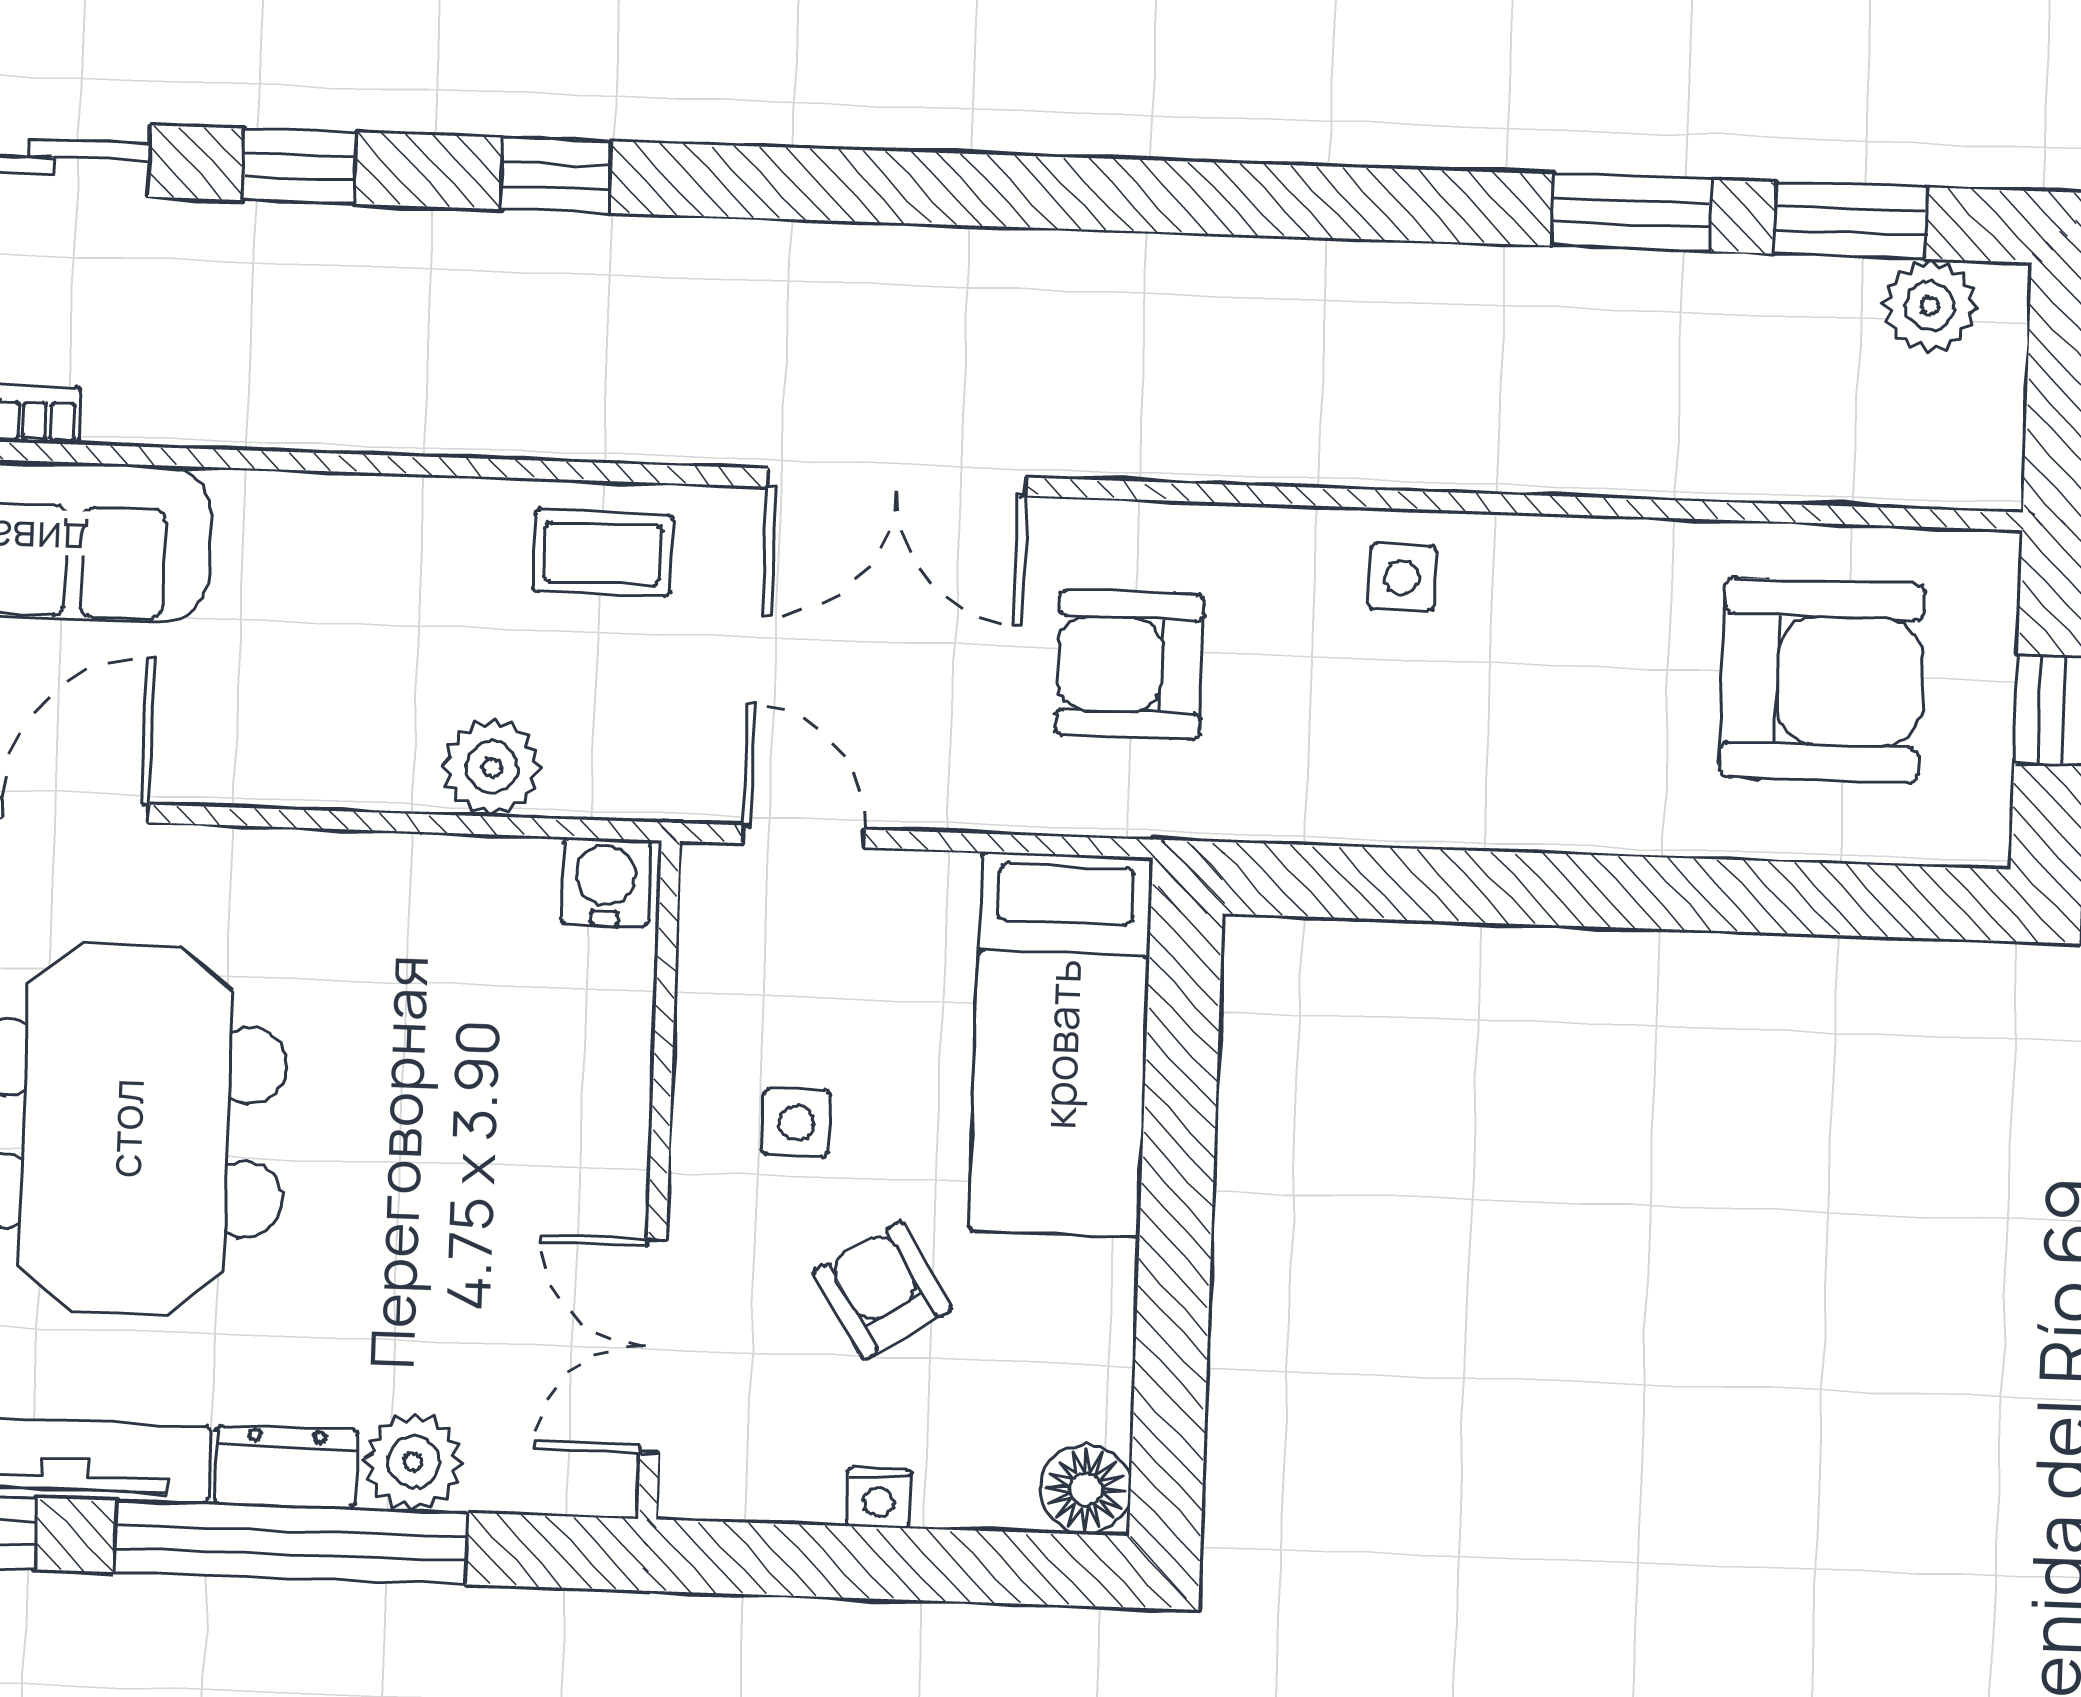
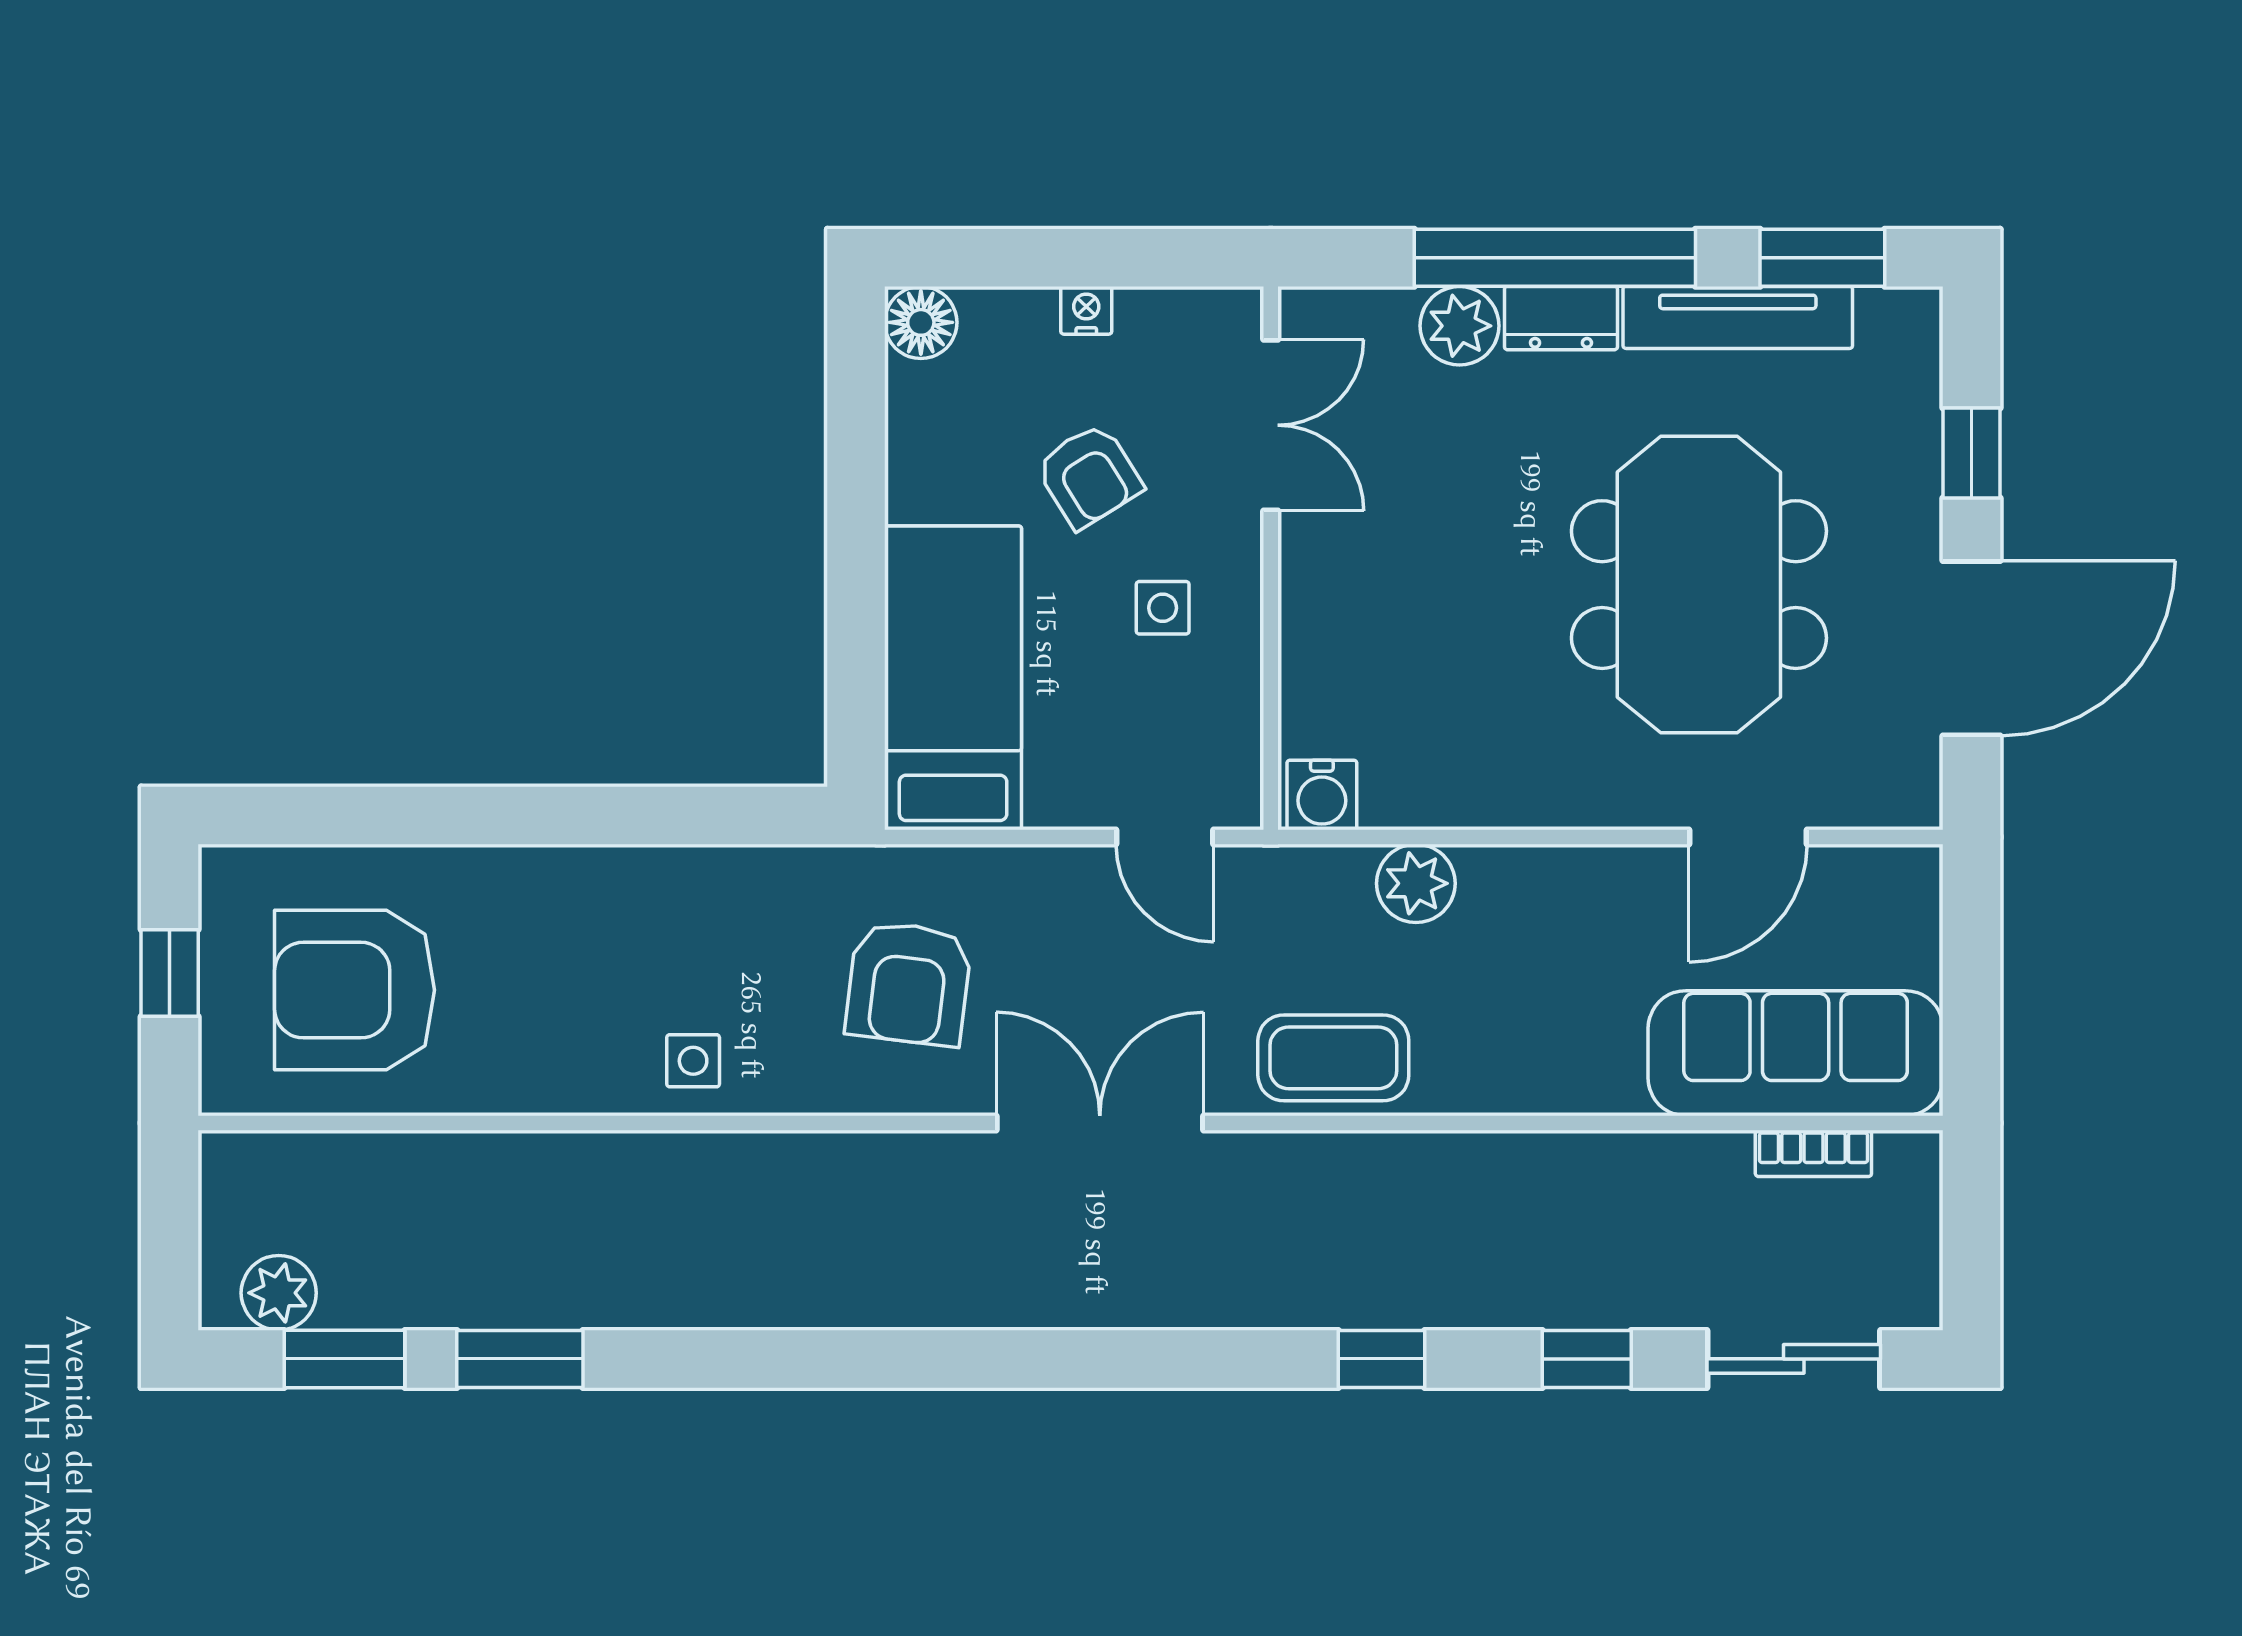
coffee table: (603, 553) -> (1333, 1058), width x1.36, depth x1.30
armchair: (1130, 665) -> (909, 983), turned 97

